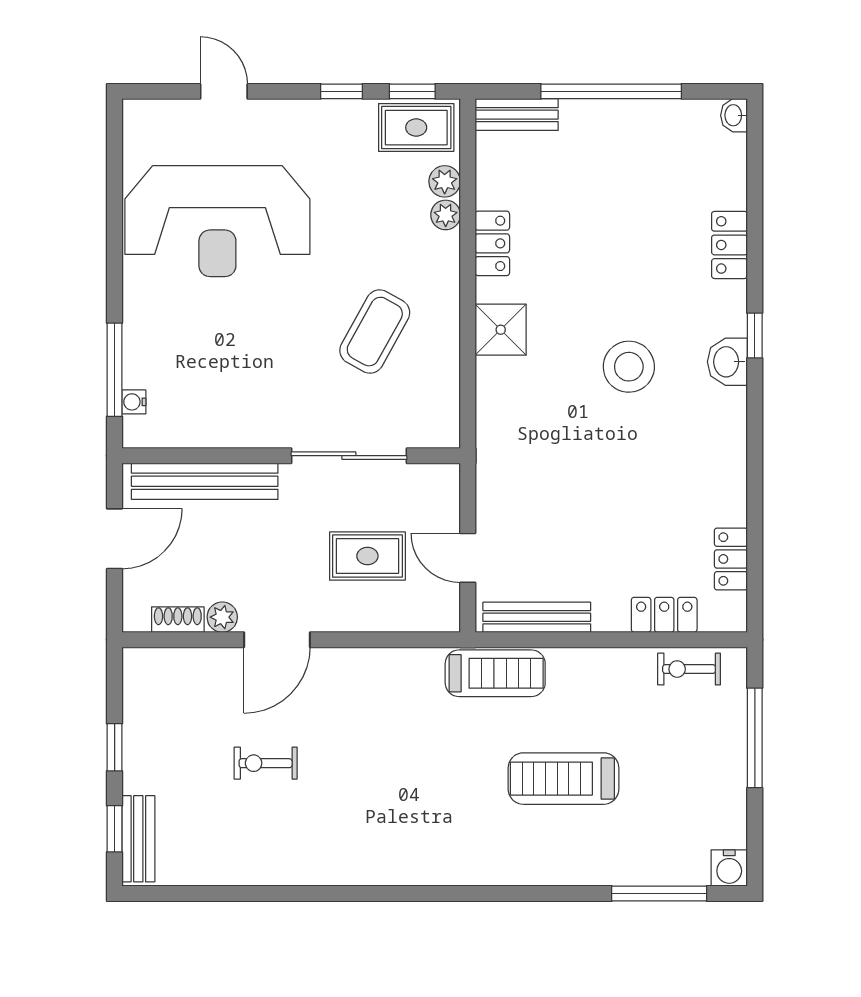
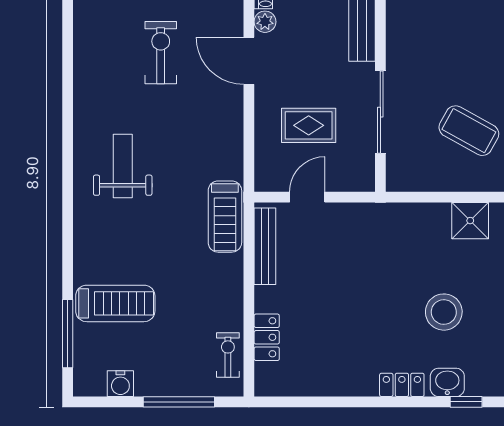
rug: (367, 556) -> (309, 125), turned 90
locker: (731, 559) -> (402, 385), moved
exercise bike: (266, 763) -> (161, 53), width x1.38, depth x1.39
treadmill: (563, 779) -> (115, 303), moved, turned 90
weight bench: (424, 816) -> (123, 166), added
water cooler: (729, 868) -> (120, 384), moved, turned -90

